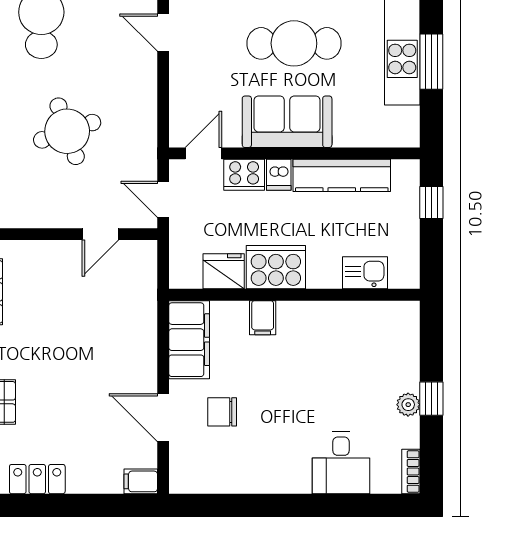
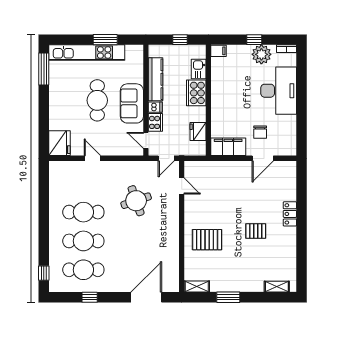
door: (163, 33) -> (92, 158), swing flipped
window: (431, 203) -> (180, 40), moved
cooker: (276, 267) -> (196, 93), moved
filing cabinet: (263, 318) -> (219, 51), moved
plant: (408, 405) -> (261, 54), width x1.88, depth x1.88
desk: (341, 463) -> (279, 91), width x1.87, depth x1.30
filing cabinet: (141, 481) -> (291, 168), removed

